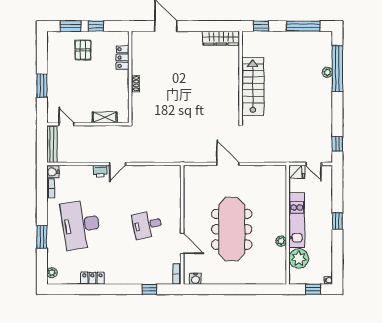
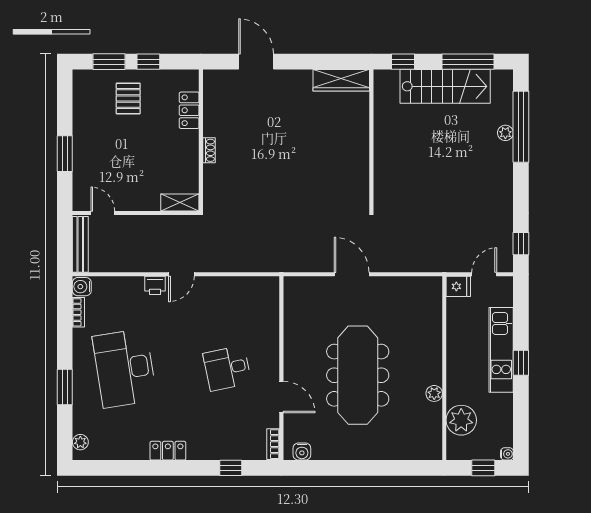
stairs: (253, 86) -> (445, 86), moved, turned 90
shelving: (105, 117) -> (180, 202), moved
door: (314, 164) -> (484, 274), swing flipped
kitchen unit: (297, 220) -> (501, 350), moved, turned 180
locker: (92, 278) -> (168, 451), moved

